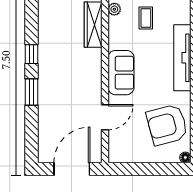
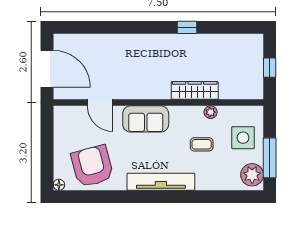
window: (31, 54) -> (187, 27), moved
window: (31, 92) -> (126, 27), removed

